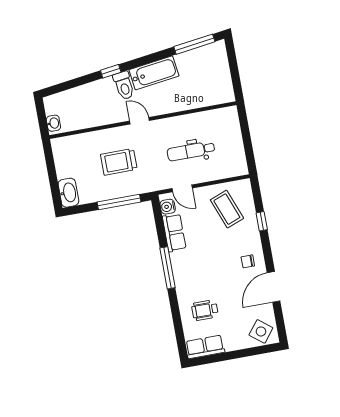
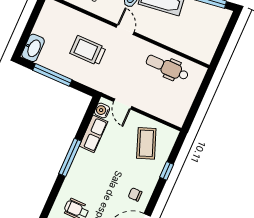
dental chair: (191, 151) -> (167, 68), moved
window: (119, 202) -> (52, 75), moved

